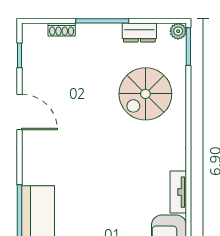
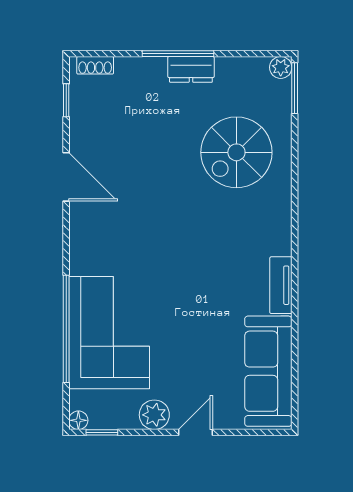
shoe rack: (62, 30) -> (95, 65), moved
dresser: (139, 33) -> (191, 69), moved

